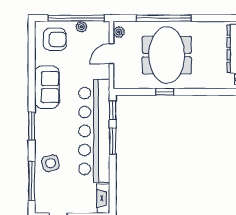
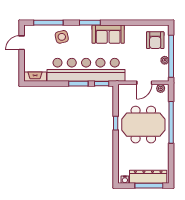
door: (111, 54) -> (144, 83), swing flipped
sofa: (47, 87) -> (108, 34), moved

